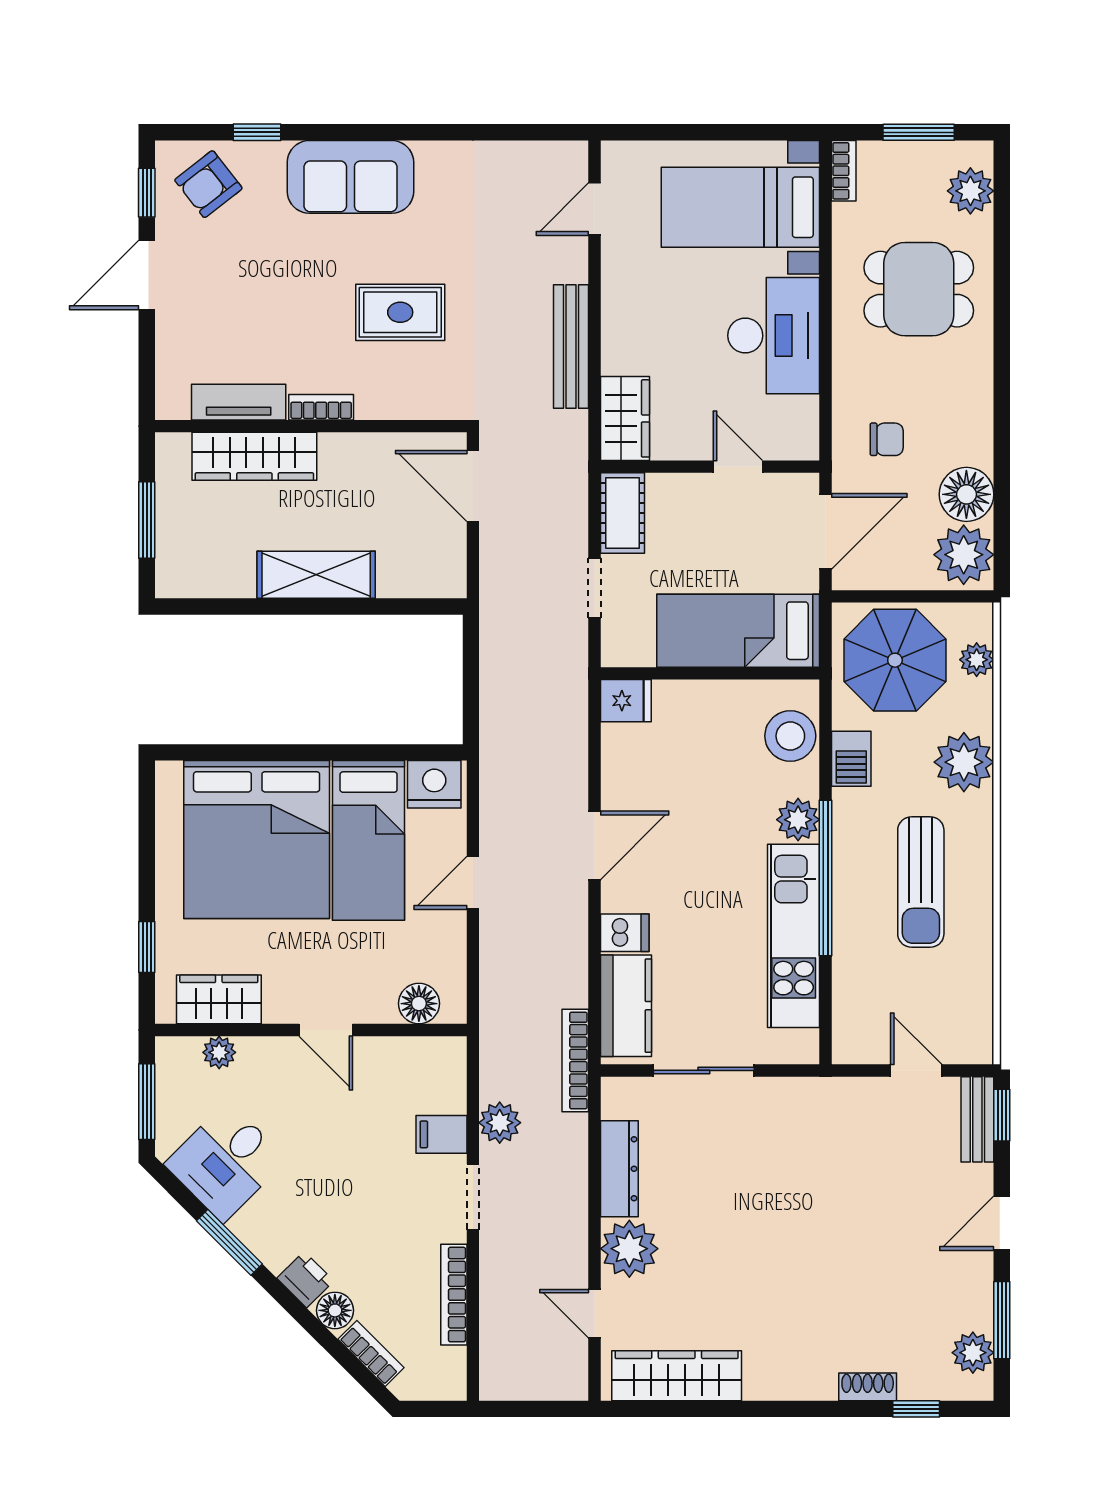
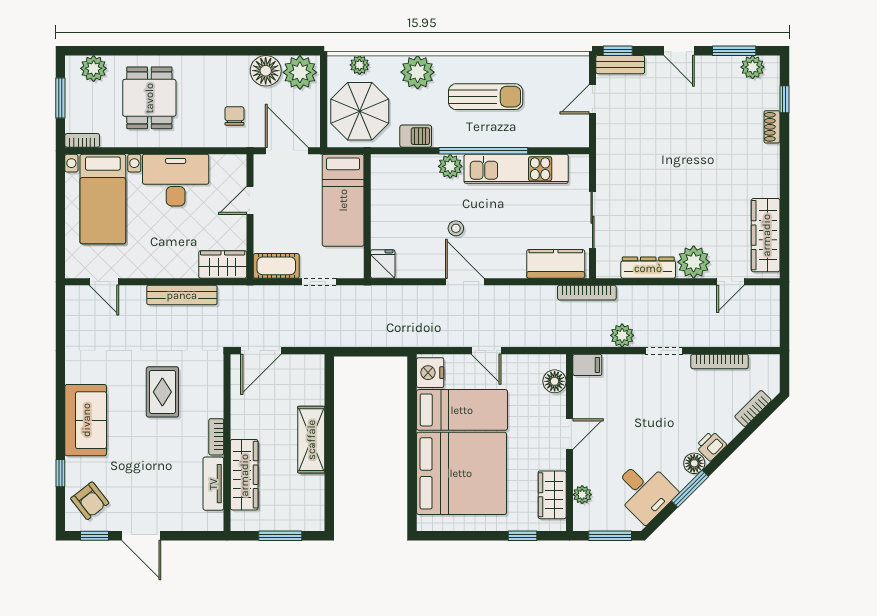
stool: (790, 736) -> (456, 228), moved, width x0.53, depth x0.53
dishwasher: (625, 933) -> (514, 265), removed
filing cabinet: (442, 1134) -> (587, 365), moved, turned -90
floor lamp: (335, 1310) -> (694, 463), moved

